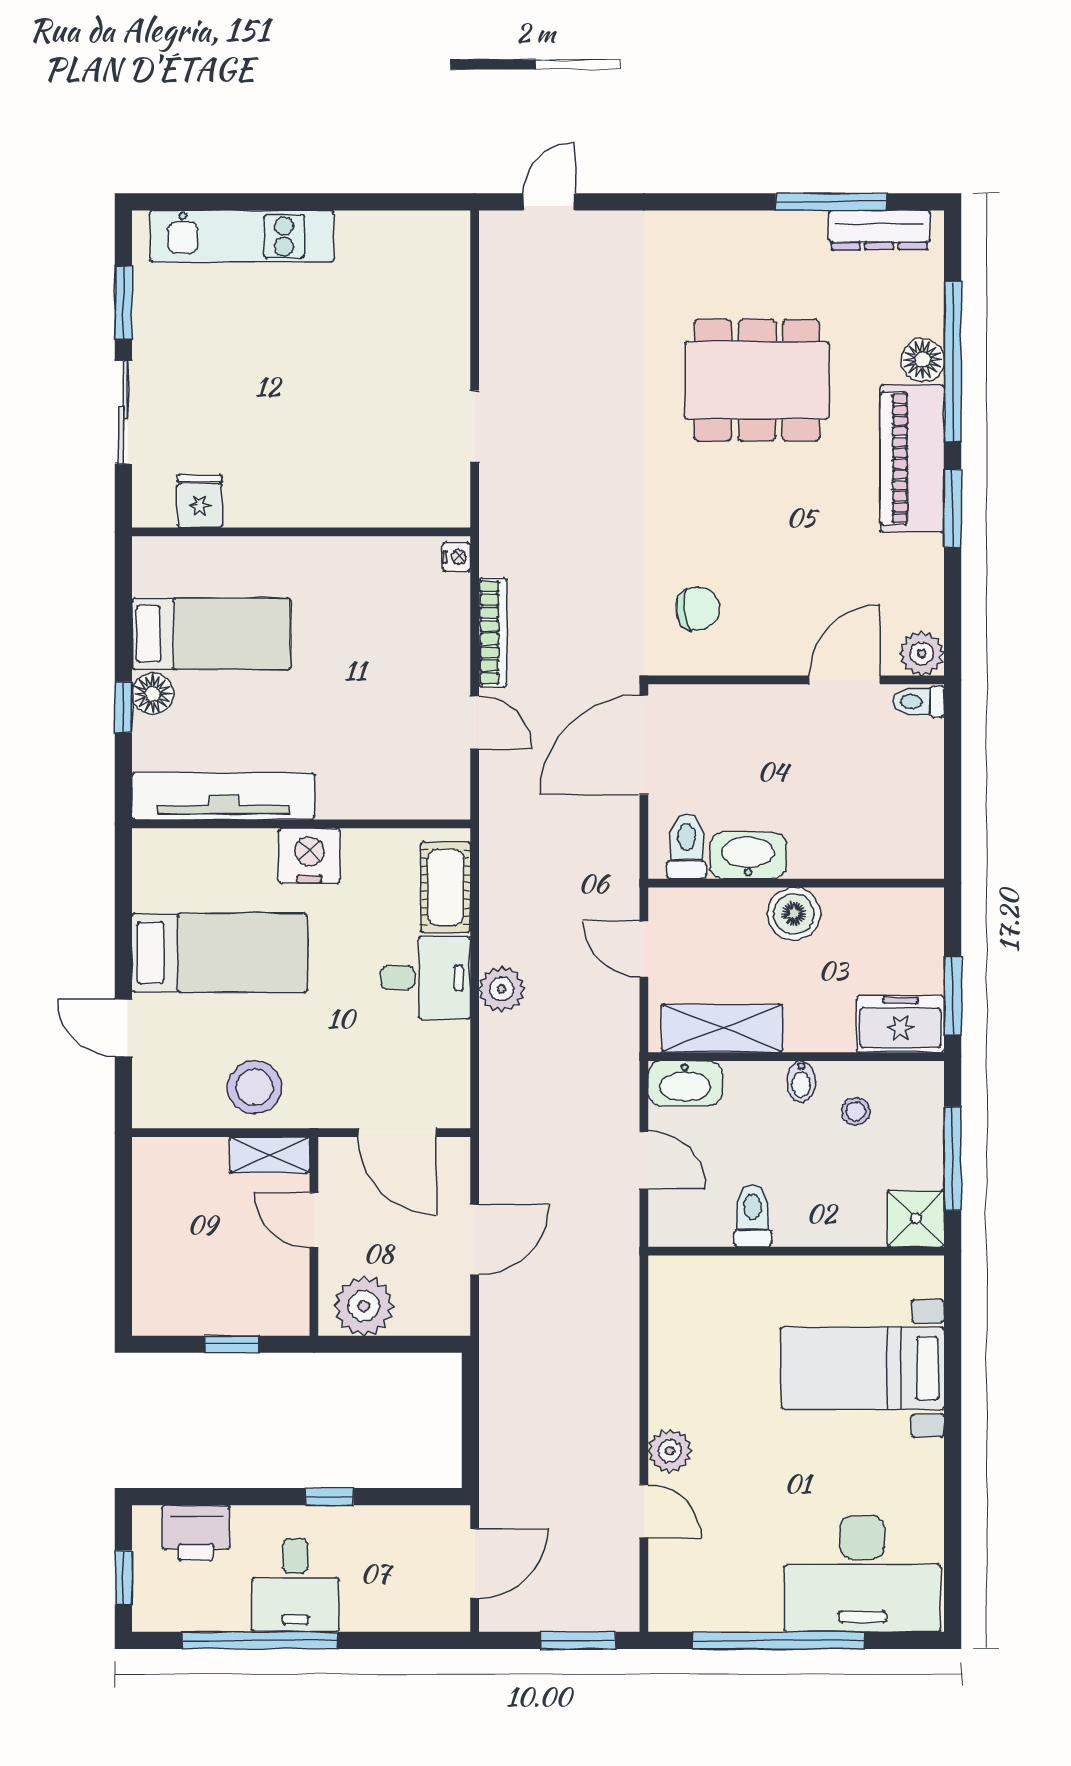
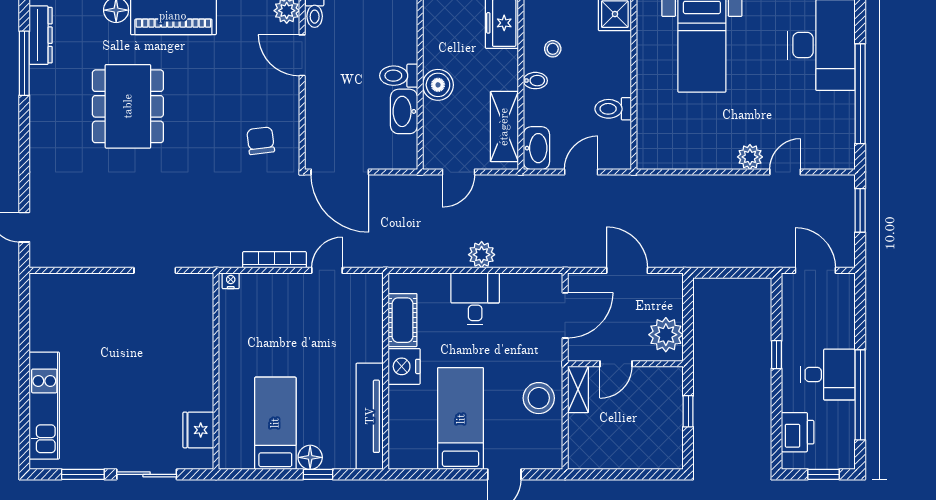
fridge: (200, 501) -> (198, 430), width x1.38
toilet: (686, 846) -> (399, 76), moved
cot: (446, 887) -> (403, 320), moved, turned 90

